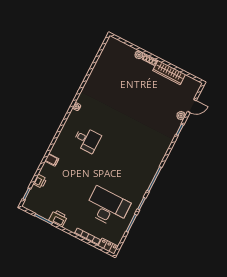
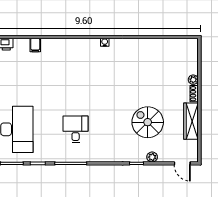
spiral stairs: (153, 105) -> (148, 122), added
door: (192, 106) -> (182, 163), moved
desk: (87, 140) -> (76, 129), moved, turned 180

